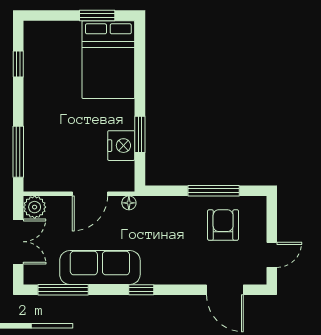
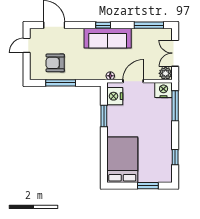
window: (97, 15) -> (148, 186), moved
nightstand: (121, 146) -> (115, 96), moved
nightstand: (38, 179) -> (164, 90), added
armchair: (223, 225) -> (55, 63), turned 90
sofa: (100, 267) -> (108, 38), moved

